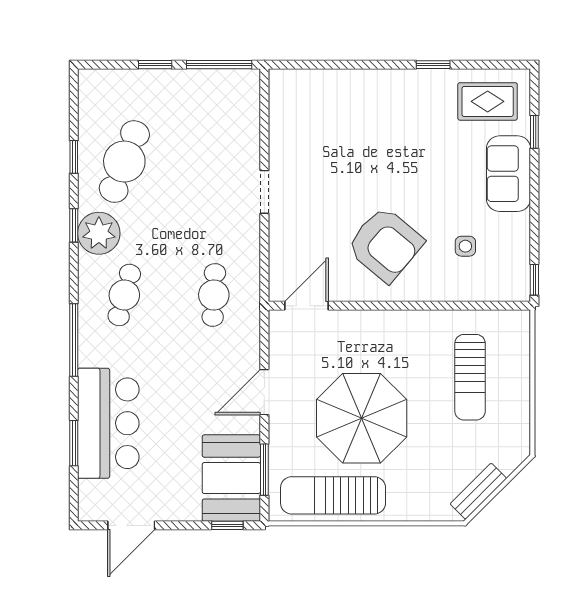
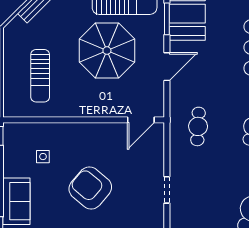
armchair: (385, 244) -> (90, 188), moved
sun lounger: (470, 377) -> (40, 76), turned 180

